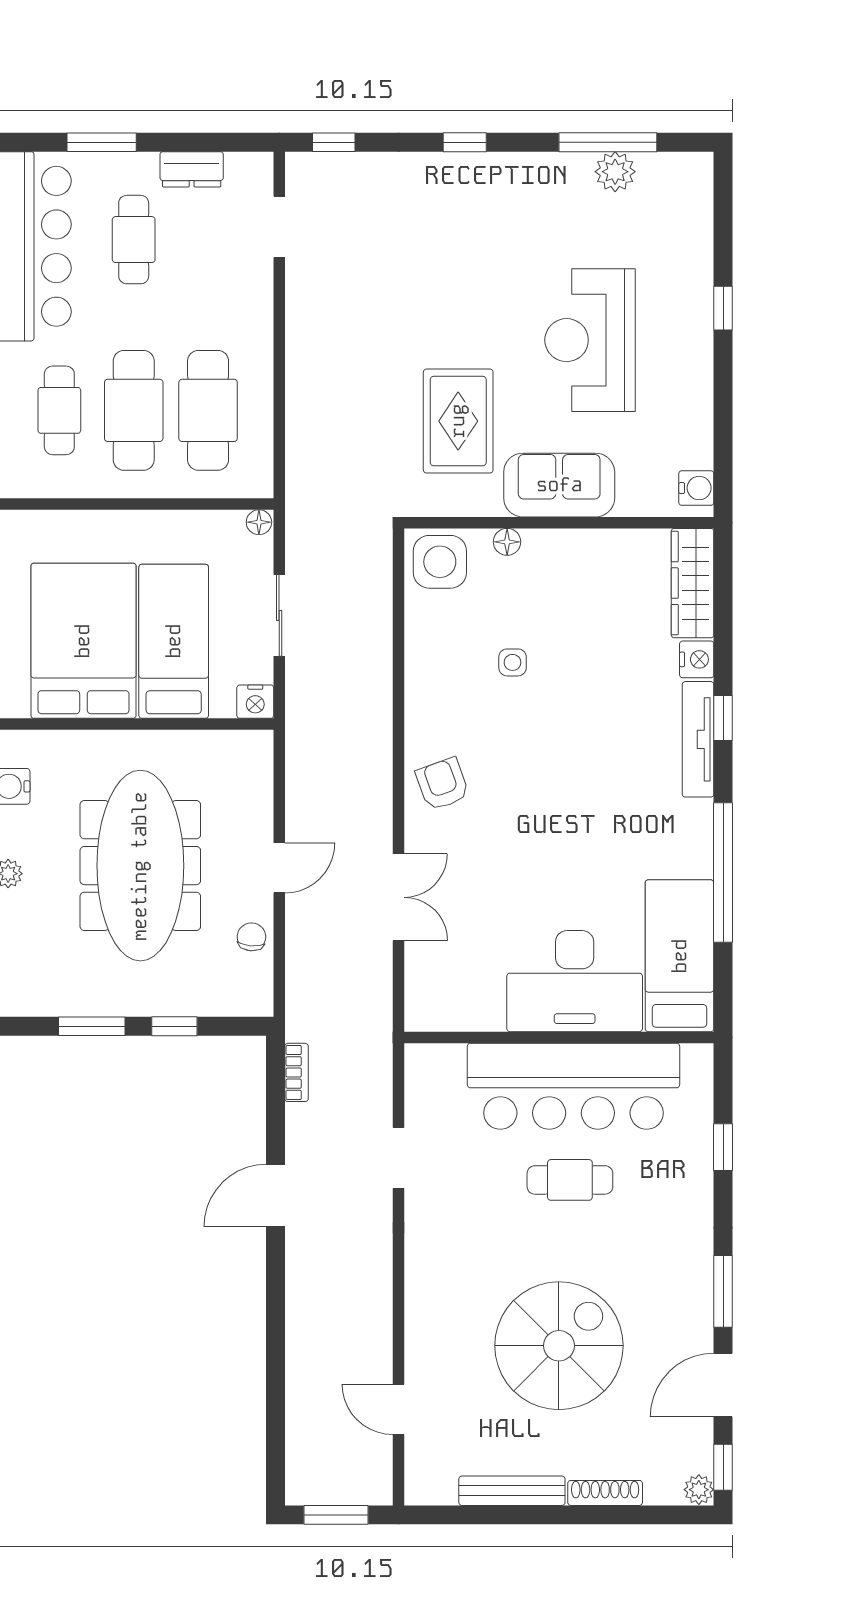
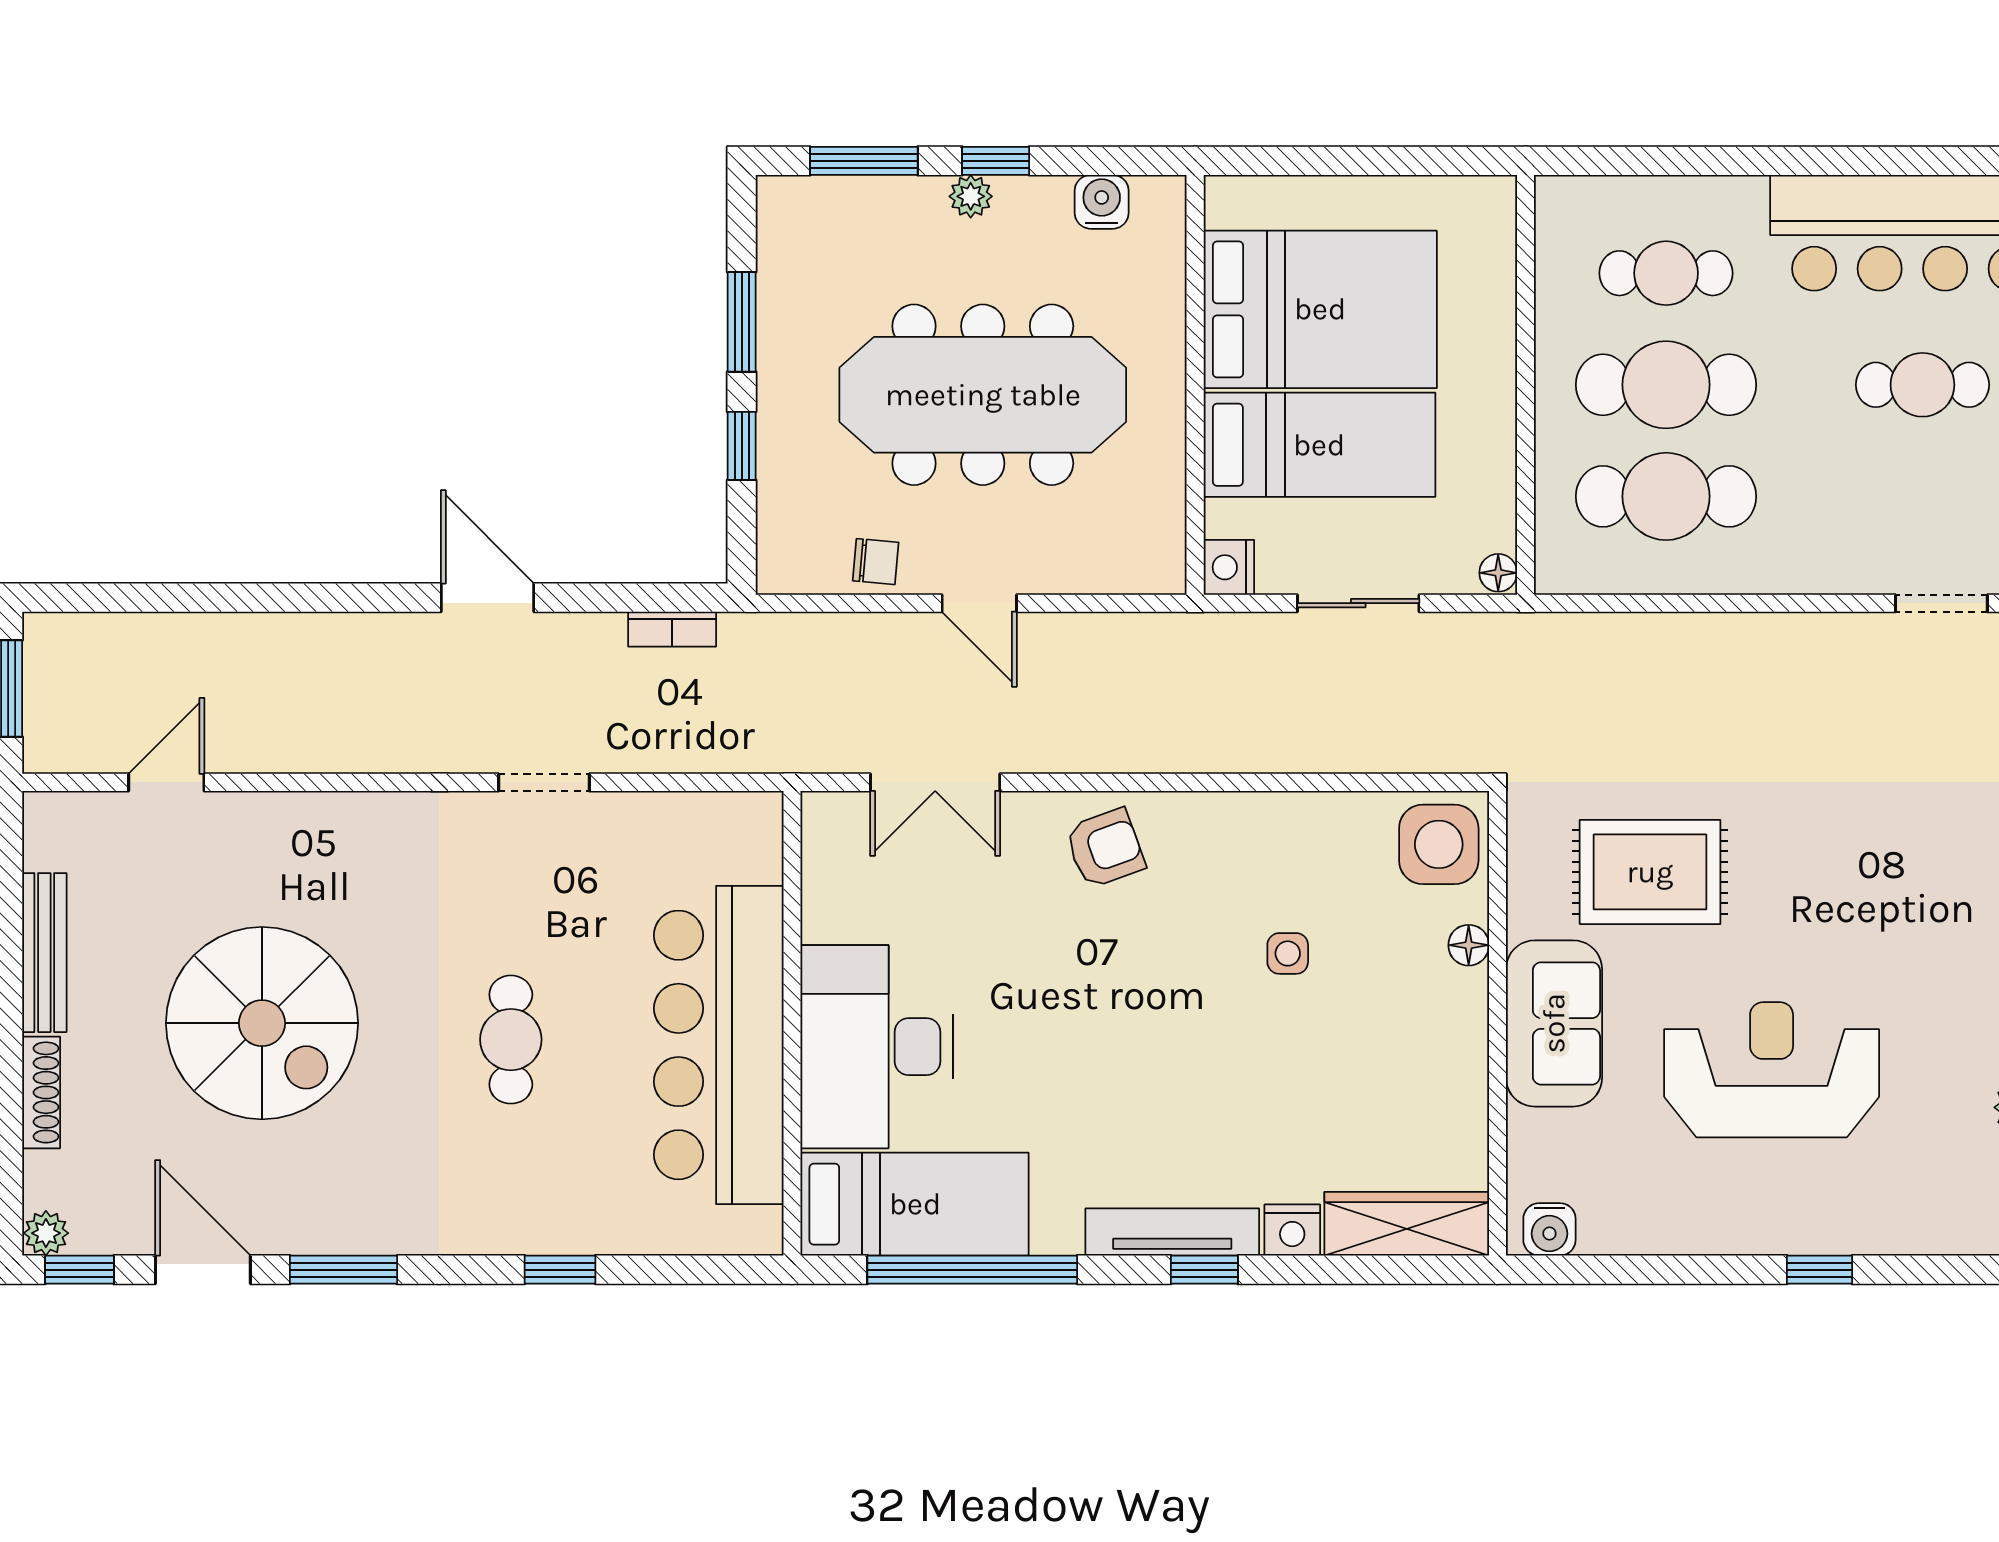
bed: (680, 956) -> (915, 1204), moved
desk: (575, 981) -> (876, 1047), moved
wall: (559, 1037) -> (792, 1023), moved
bar counter: (573, 1086) -> (719, 1045), moved

